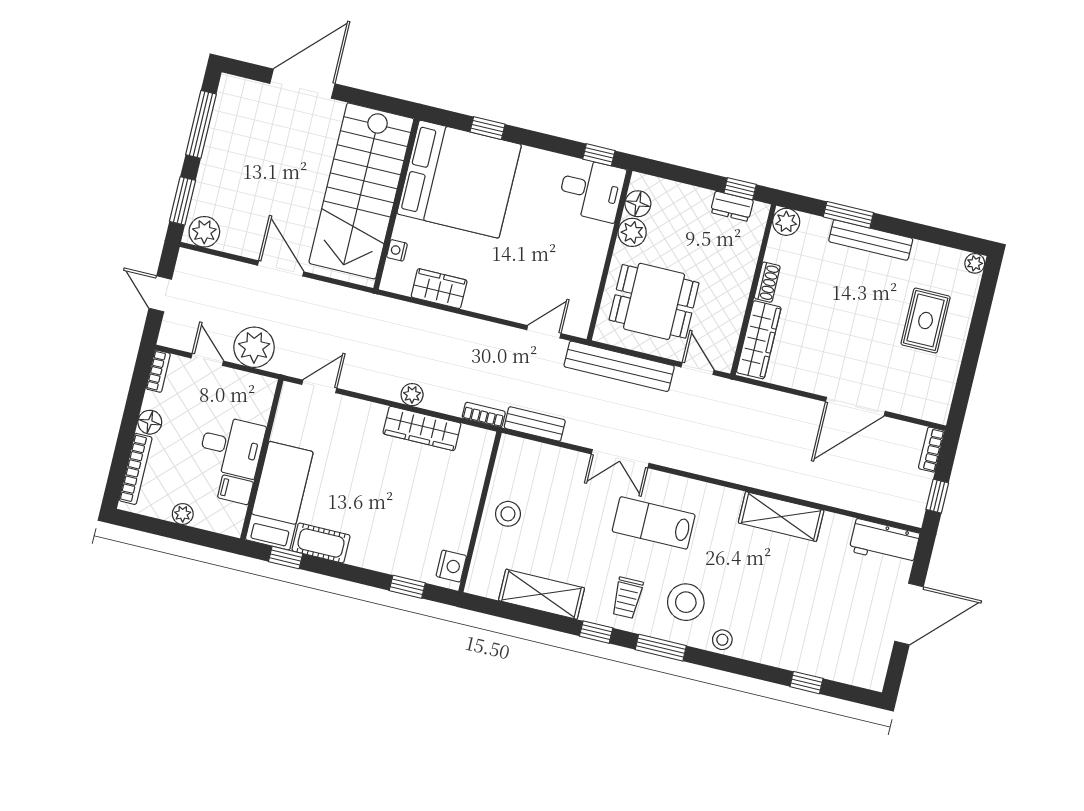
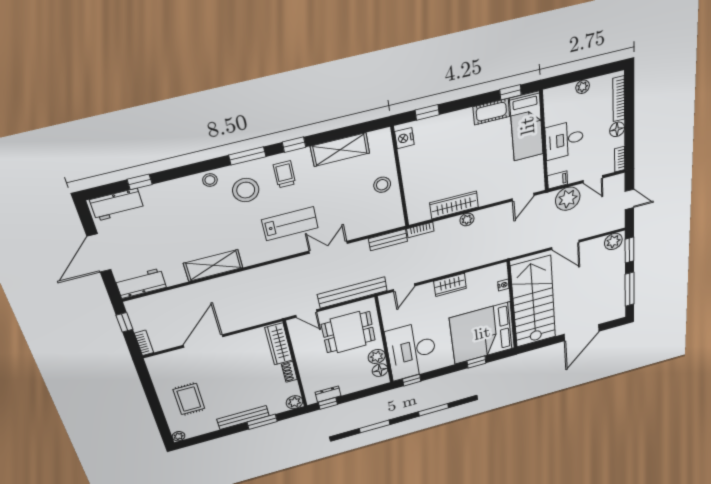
desk: (592, 190) -> (412, 351), width x1.87, depth x1.30
wardrobe: (439, 289) -> (450, 285), moved
filing cabinet: (235, 490) -> (558, 180), moved
workbench: (850, 667) -> (117, 205), added

